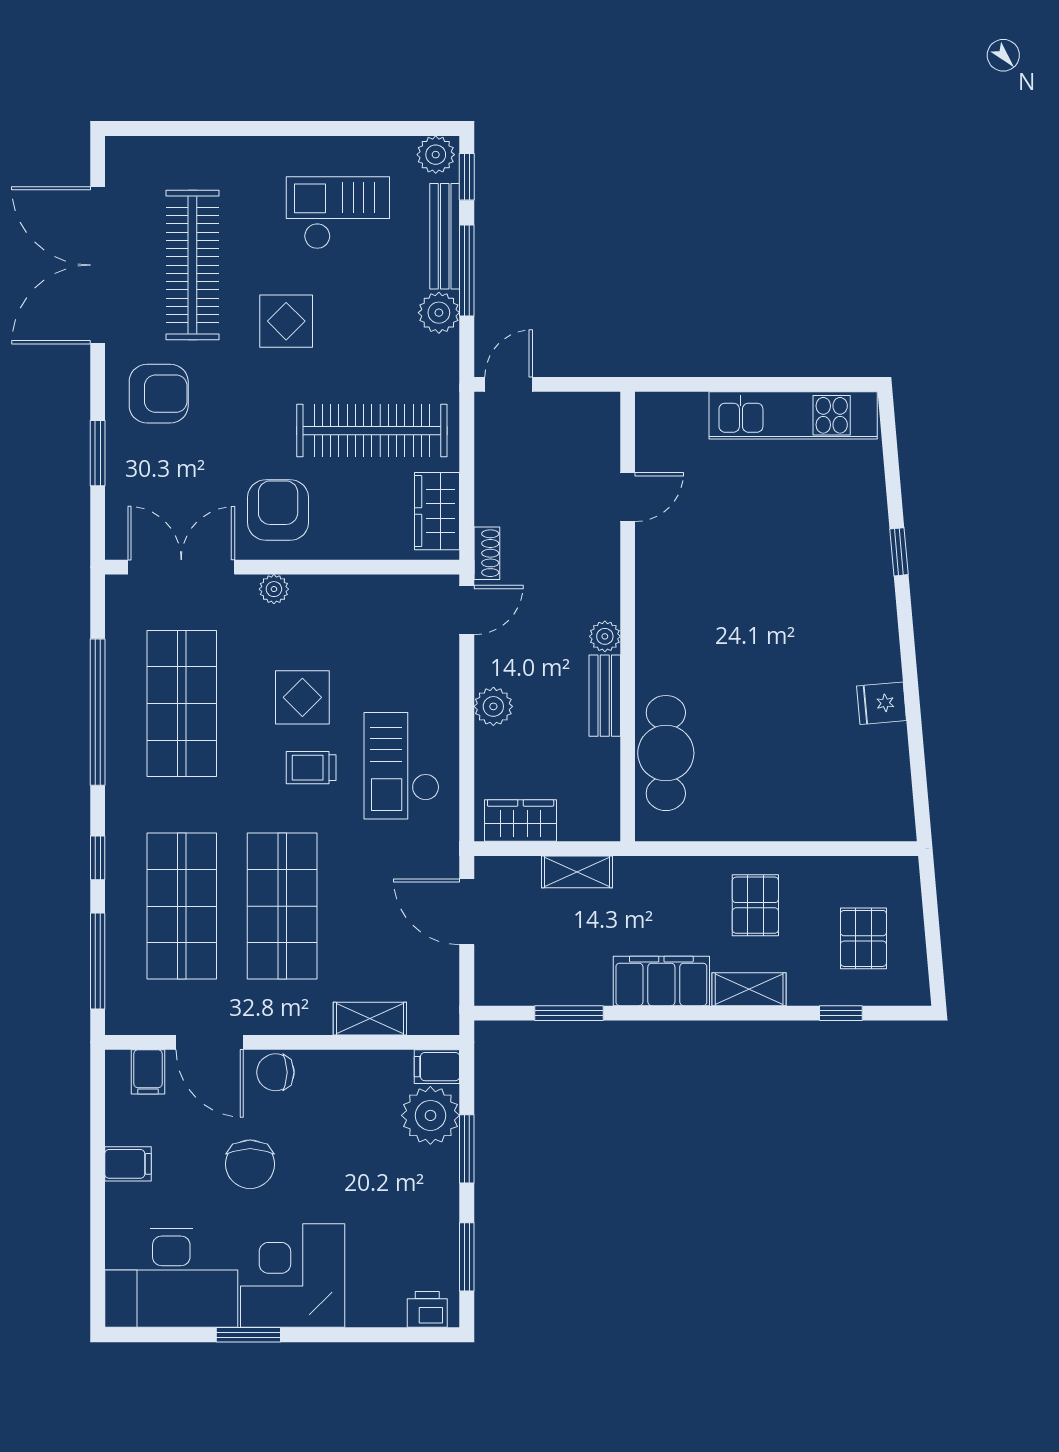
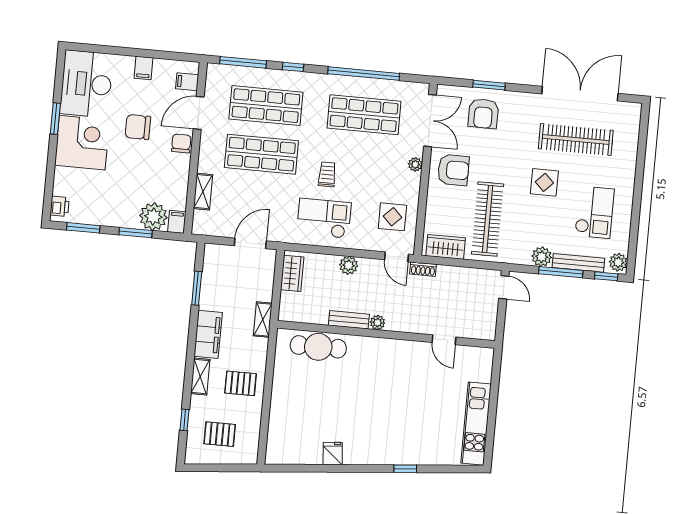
armchair: (159, 394) -> (483, 113), moved
display table: (302, 697) -> (392, 217), moved
shelving: (577, 872) -> (263, 320), moved

